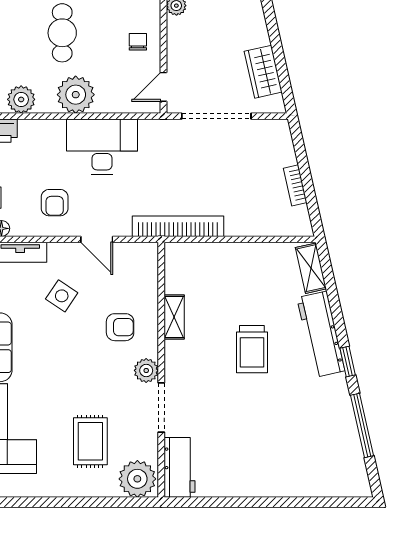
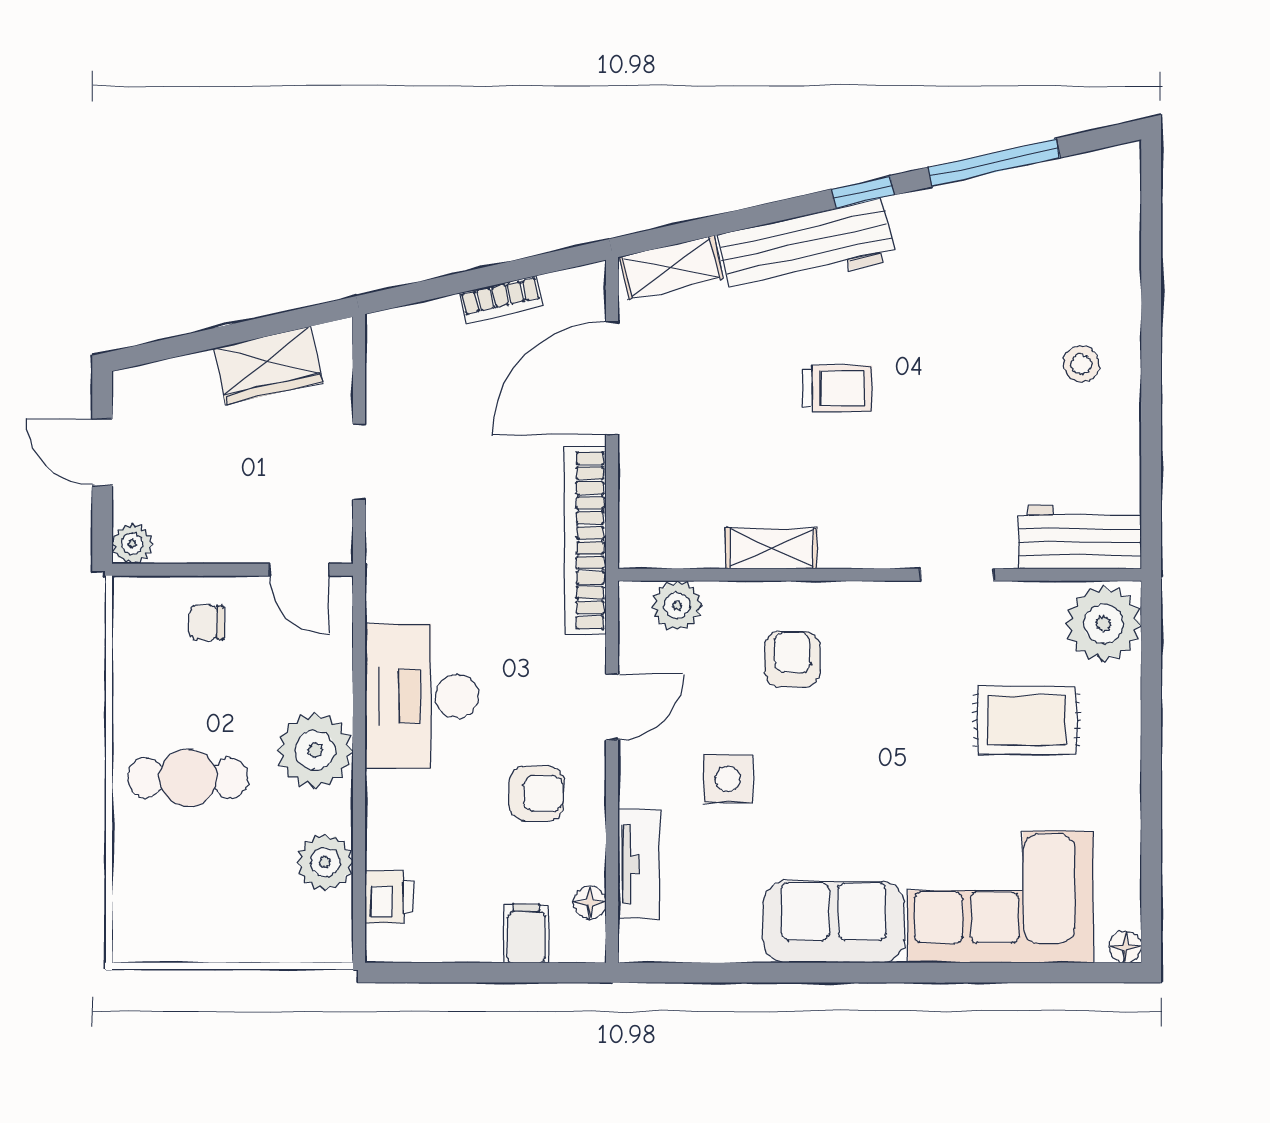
doorway: (216, 116) -> (359, 462), width x0.53
door: (257, 239) -> (612, 378), added
side table: (62, 296) -> (728, 779), turned -34
trolley: (252, 349) -> (837, 388), width x0.73, depth x0.72
plant: (146, 370) -> (677, 605), moved
doorway: (161, 407) -> (957, 575), width x0.73
stool: (264, 468) -> (1081, 364), added

